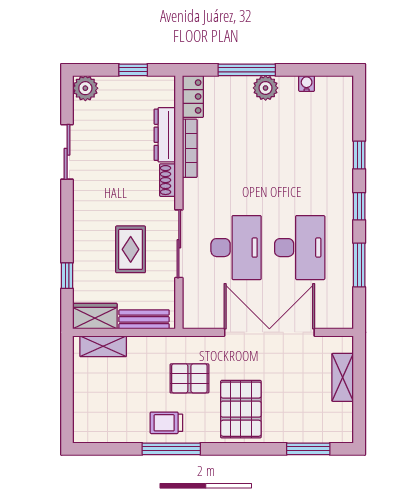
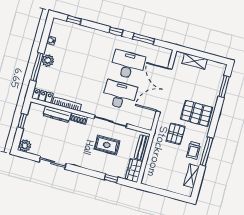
window: (359, 155) -> (74, 20), moved
shelving: (103, 346) -> (192, 176), moved

